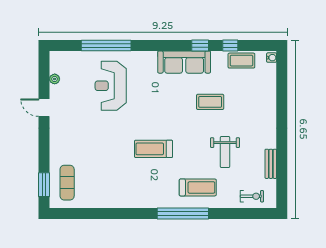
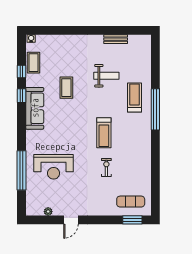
exercise bike: (252, 196) -> (106, 168), moved

